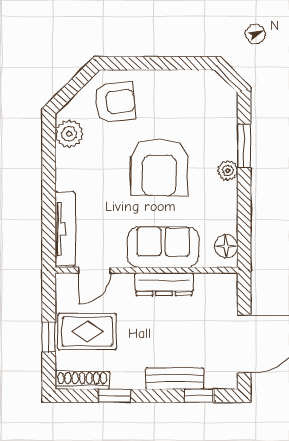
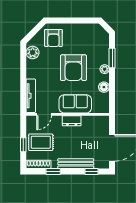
armchair: (115, 102) -> (53, 38), turned 96
floor lamp: (226, 246) -> (104, 87), moved
dresser: (164, 284) -> (72, 121), width x0.70
bench: (175, 378) -> (76, 164), width x1.36

